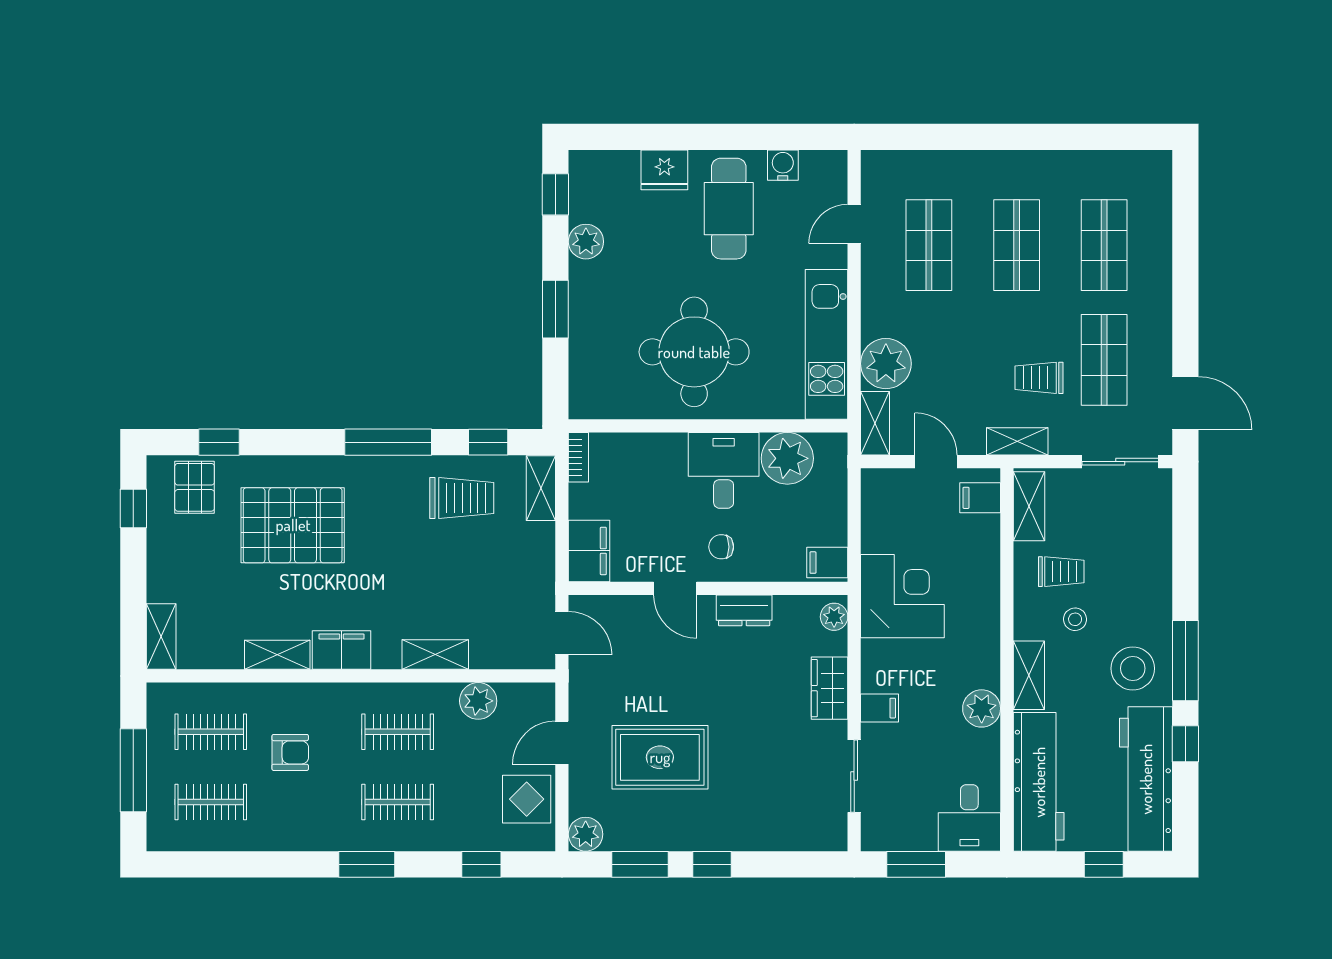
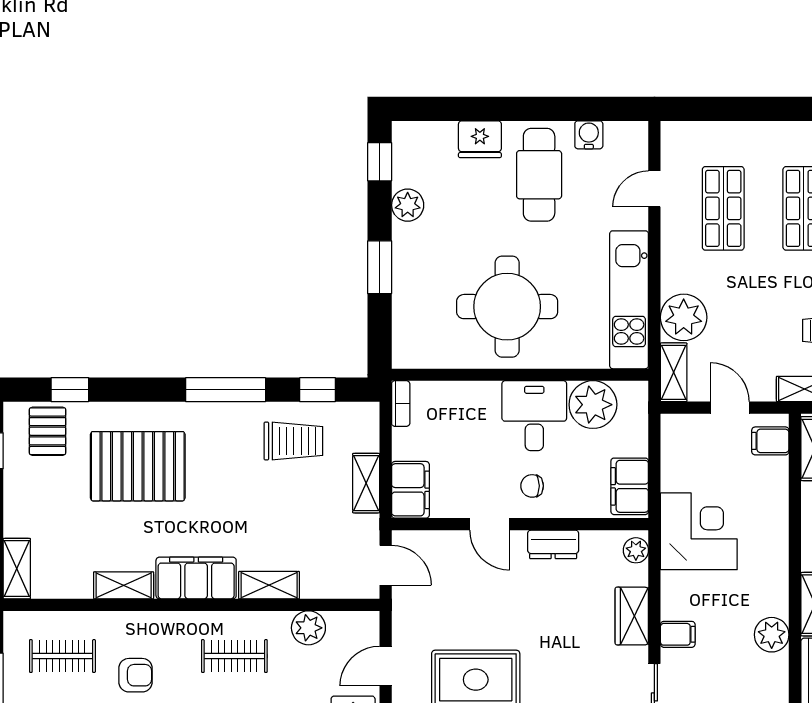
shelving: (541, 488) -> (366, 483), moved
filing cabinet: (827, 563) -> (630, 486), width x2.00
filing cabinet: (342, 650) -> (196, 578), width x1.50, depth x1.17

